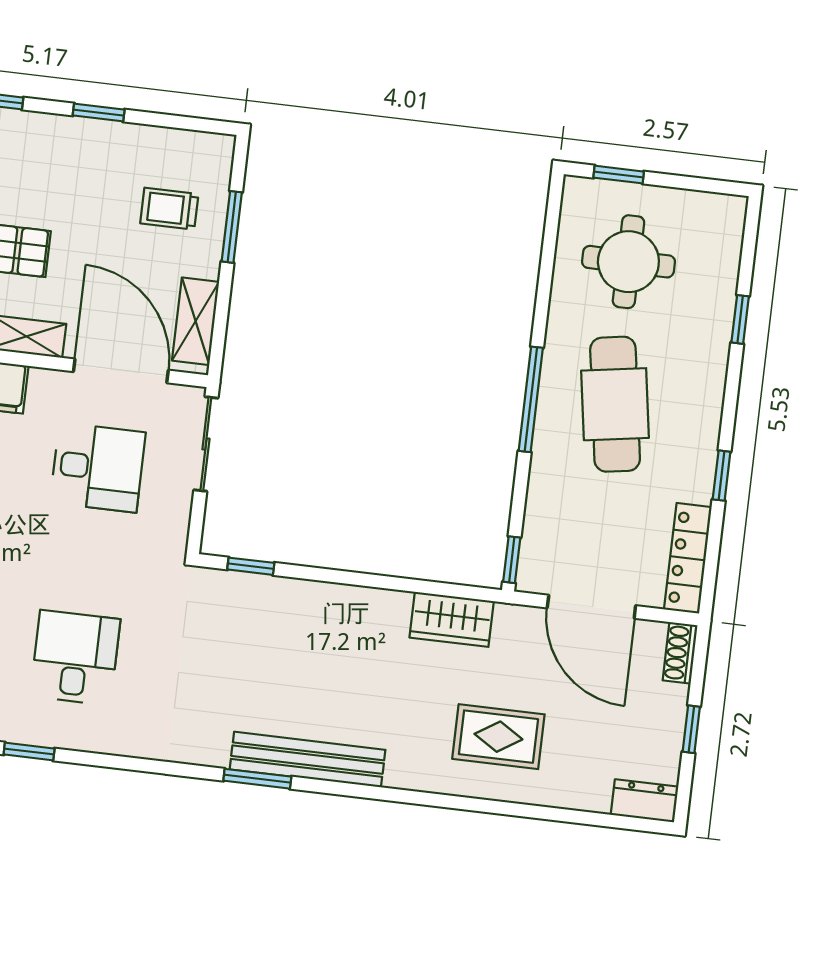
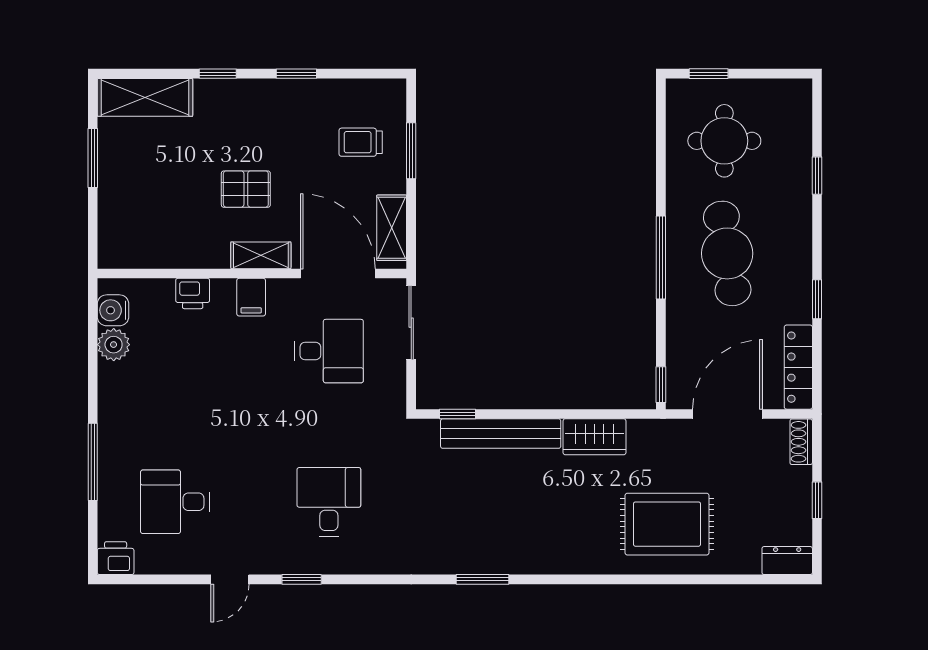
door: (591, 607) -> (728, 414), swing flipped
wardrobe: (452, 619) -> (594, 437), moved
rug: (498, 737) -> (667, 524), width x1.36, depth x1.43
bench: (308, 760) -> (501, 434), moved

